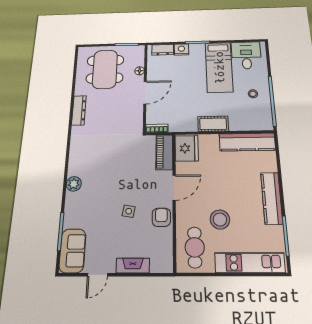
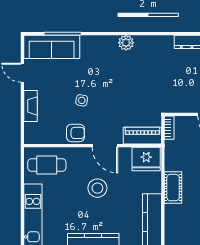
plant: (74, 184) -> (126, 43), moved
stool: (220, 219) -> (97, 188), moved
sofa: (72, 251) -> (52, 47), width x1.36

